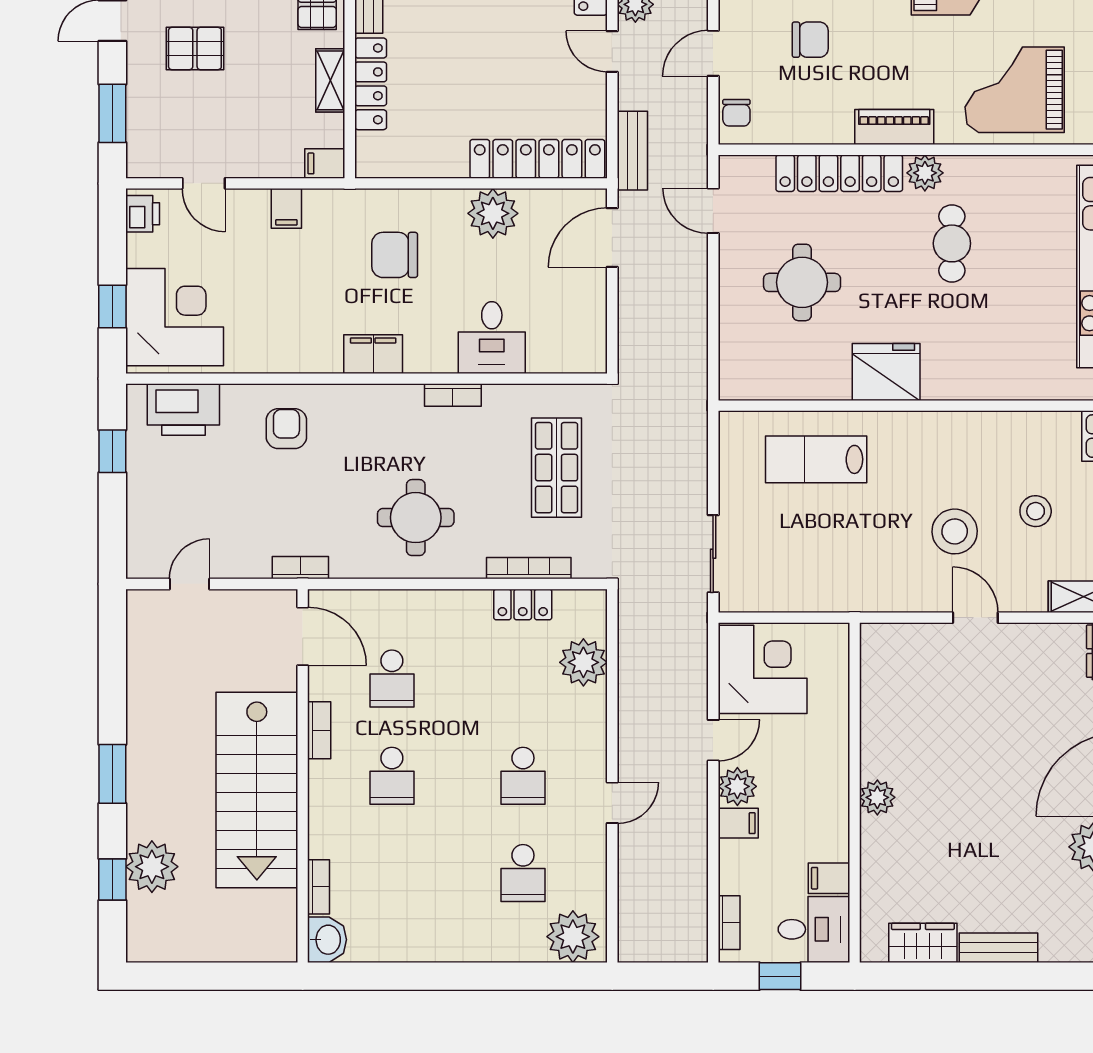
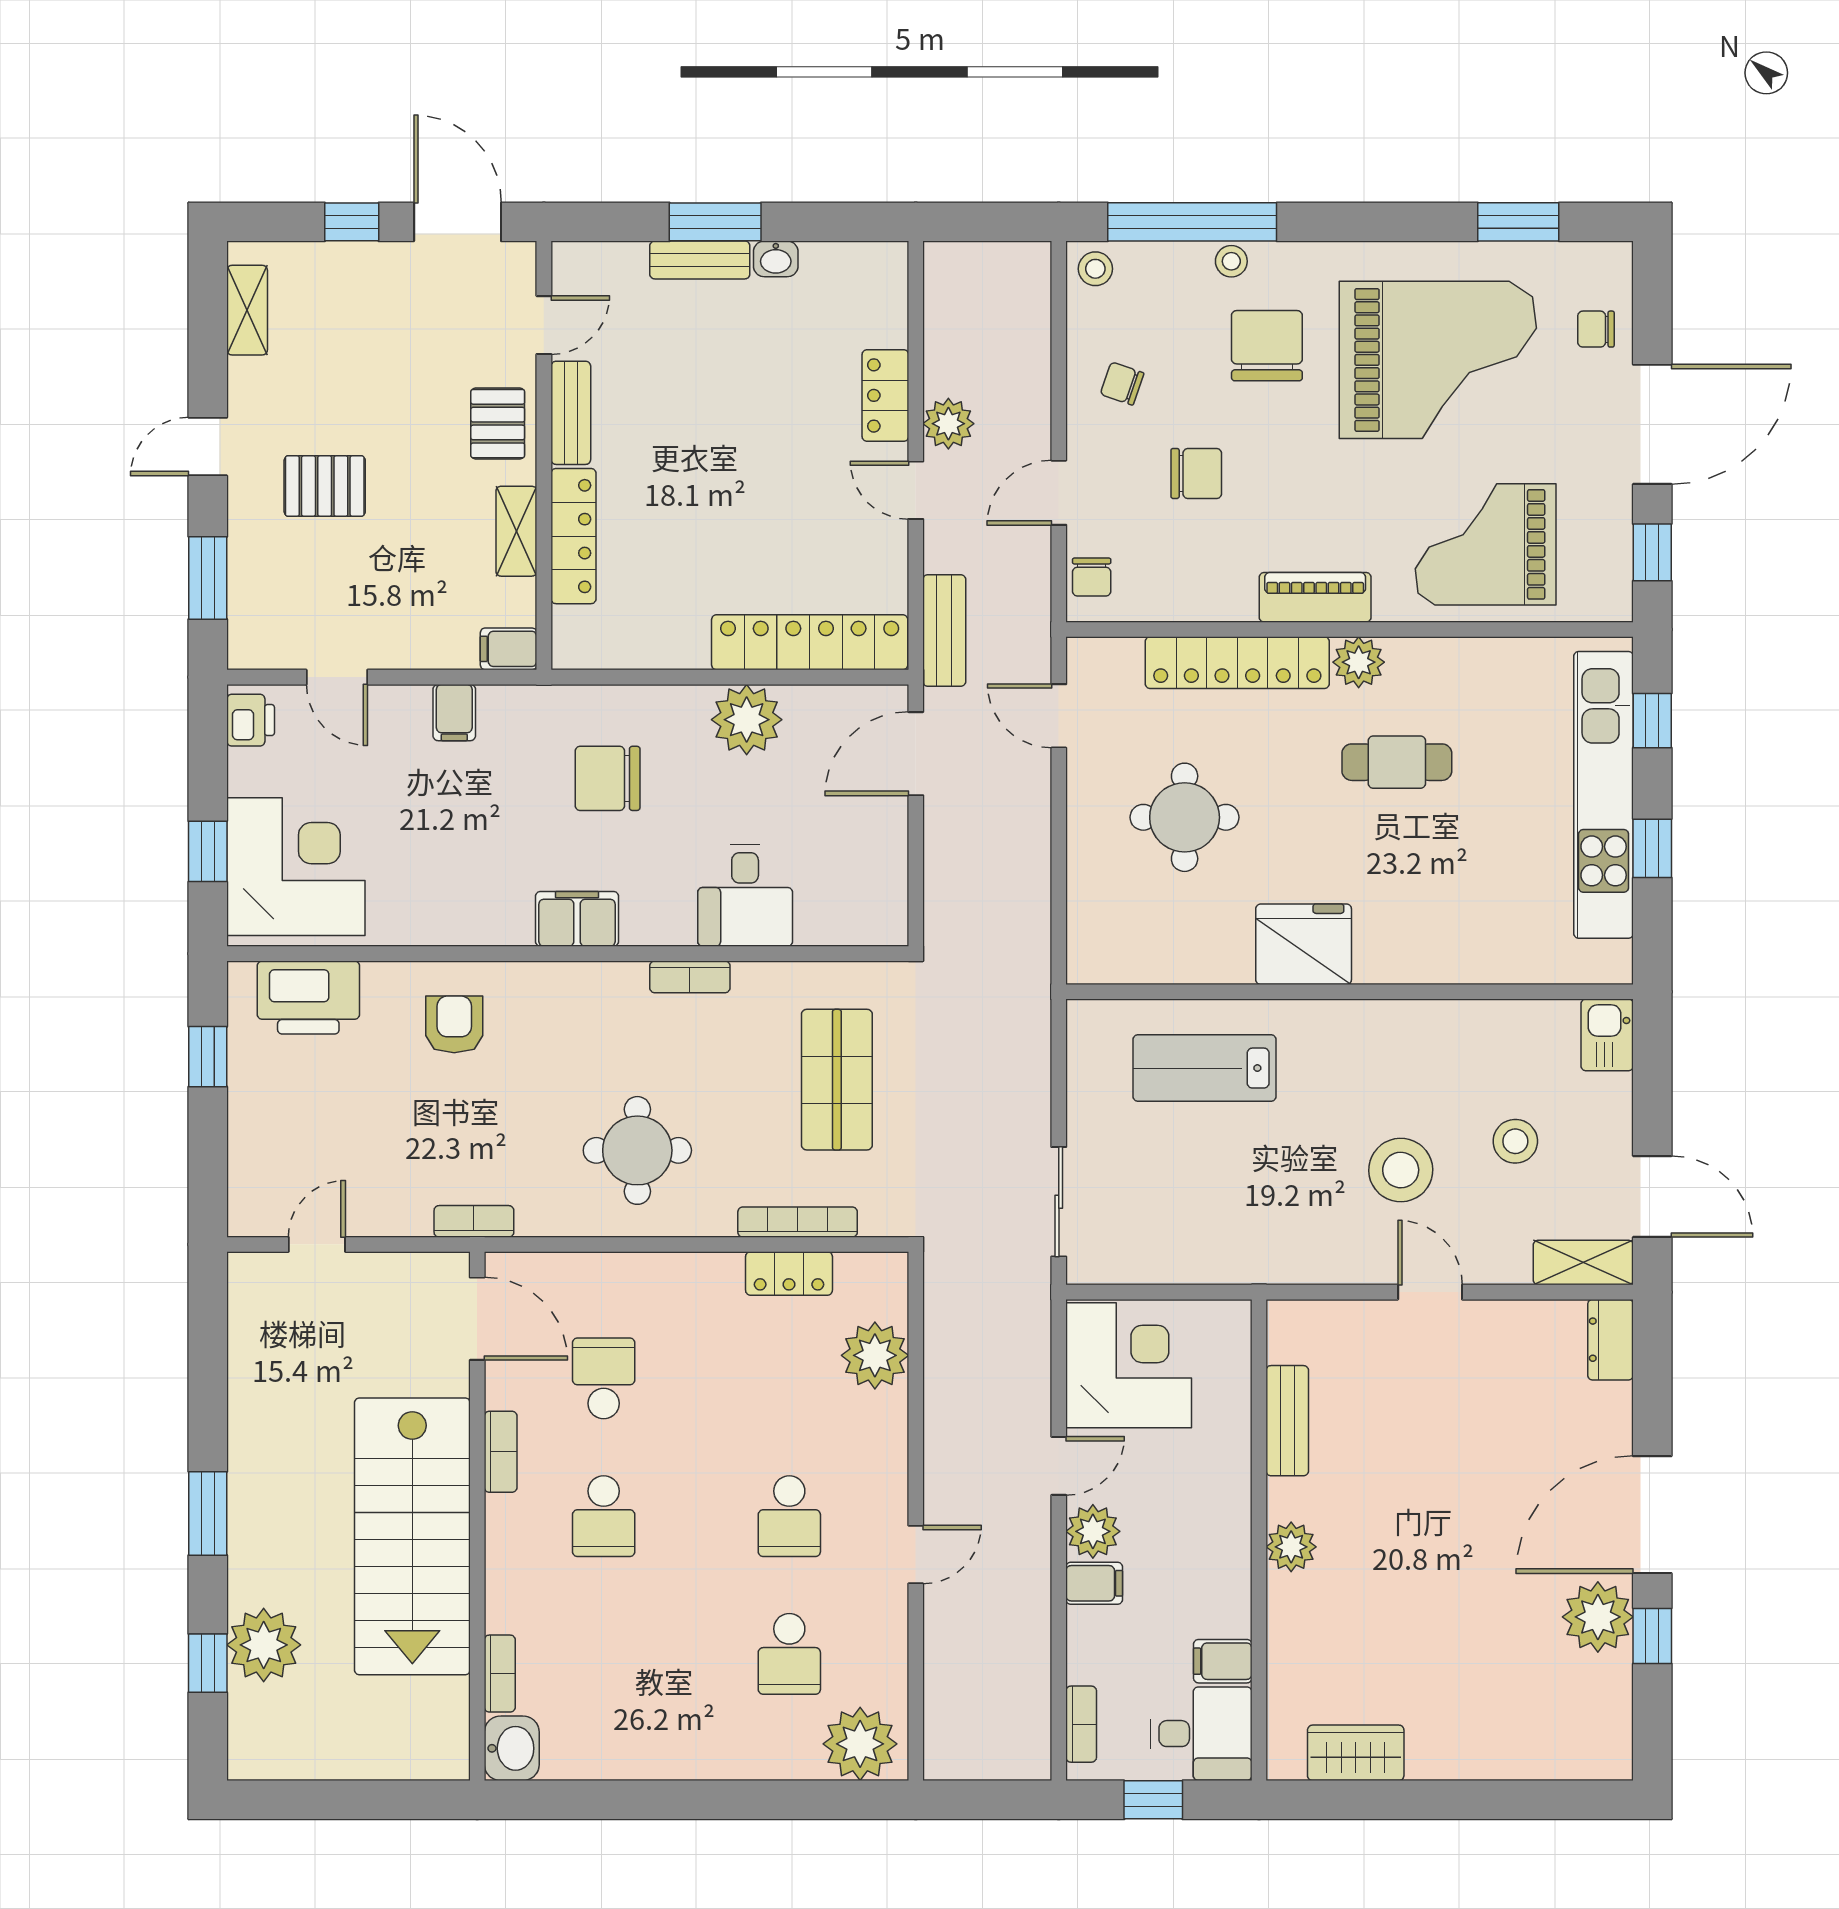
cafe table: (952, 243) -> (1397, 762), turned 90
school desk: (392, 679) -> (604, 1378), turned 180
bench: (998, 948) -> (1287, 1421), moved, turned 90

